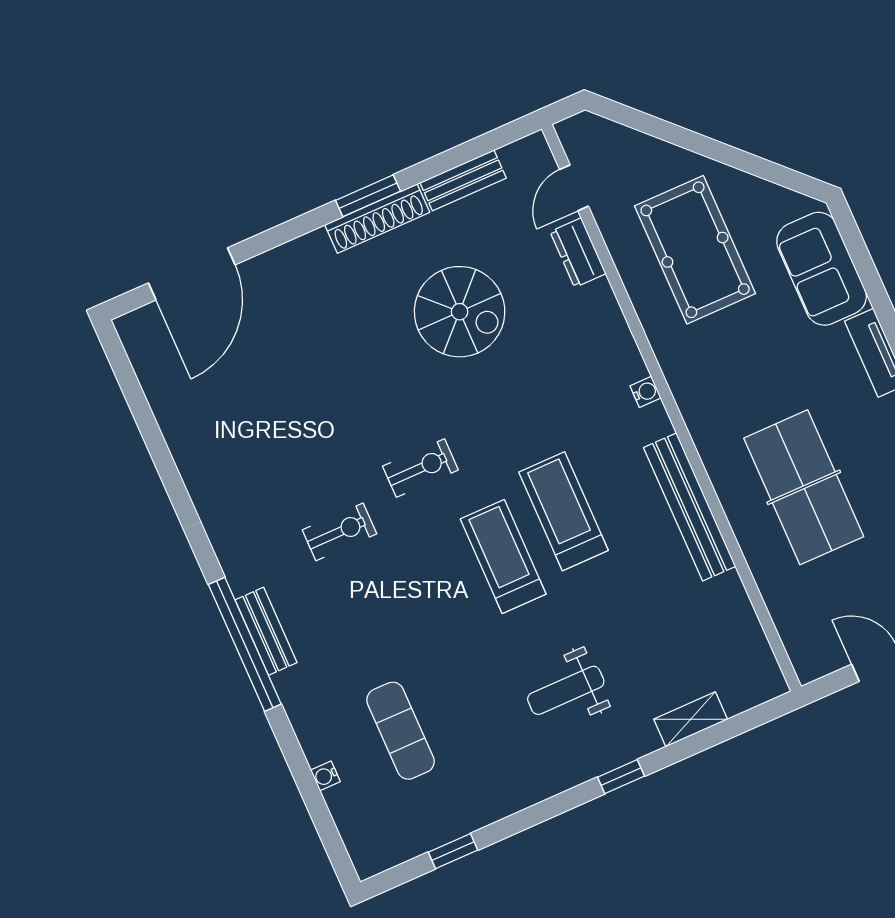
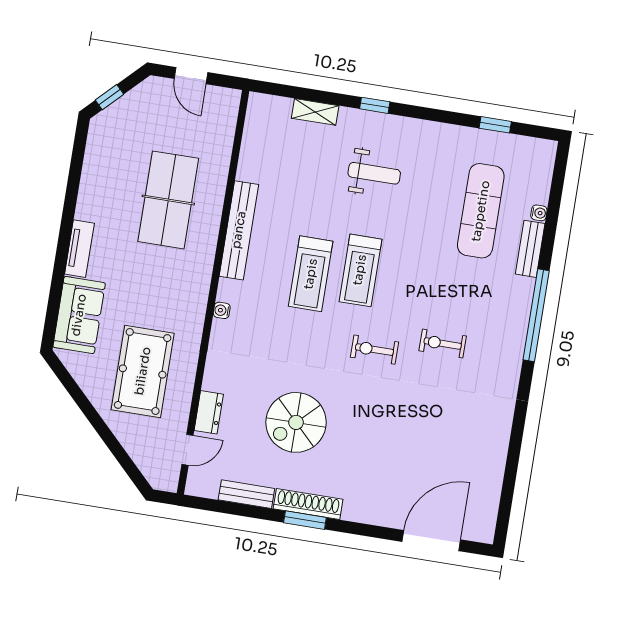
spiral stairs: (460, 312) -> (296, 422), turned -90
bench: (266, 631) -> (530, 249), moved
exercise mat: (401, 731) -> (481, 211), width x1.36, depth x1.45

